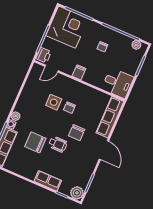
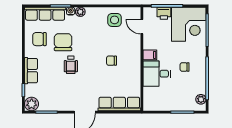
printer: (44, 55) -> (164, 13), moved
desk: (118, 83) -> (157, 74), moved, turned 90
side table: (54, 102) -> (115, 20), moved
chair: (77, 133) -> (39, 39), moved

